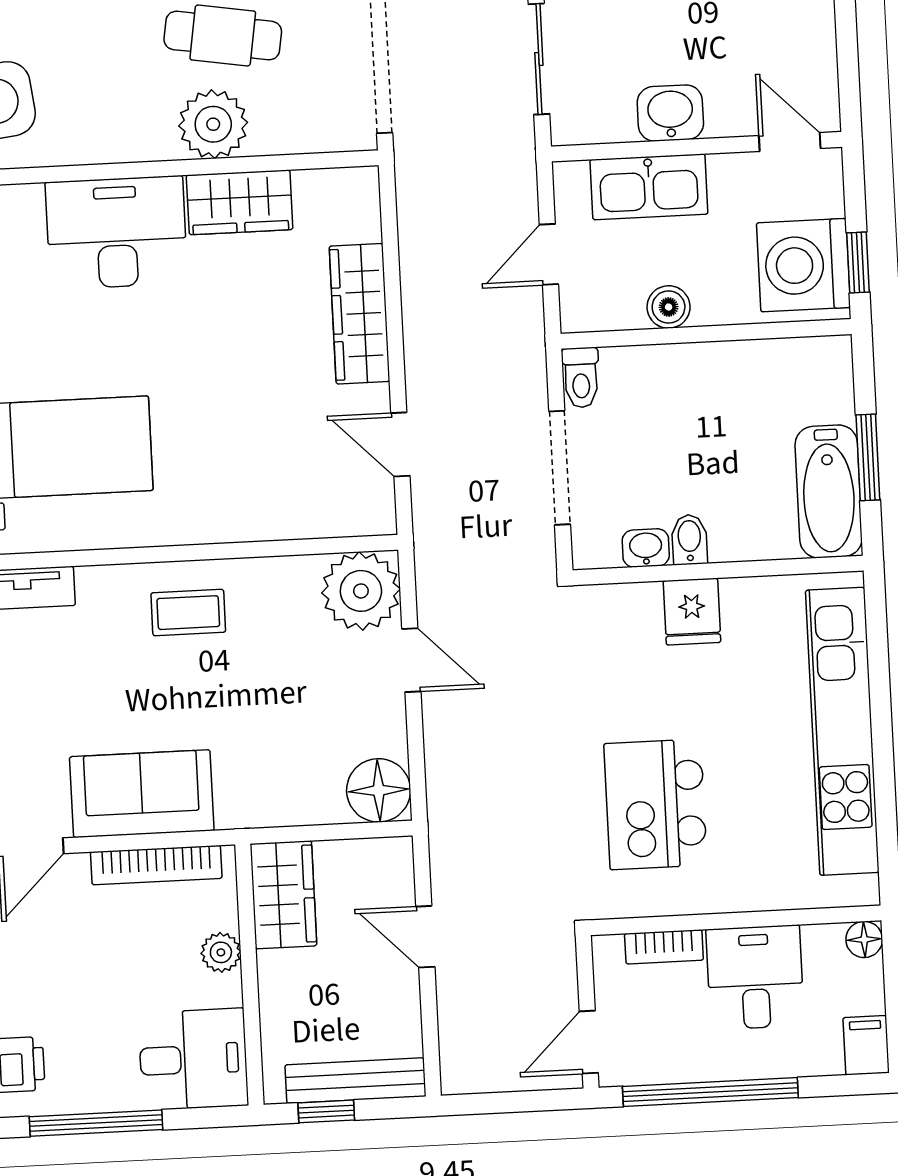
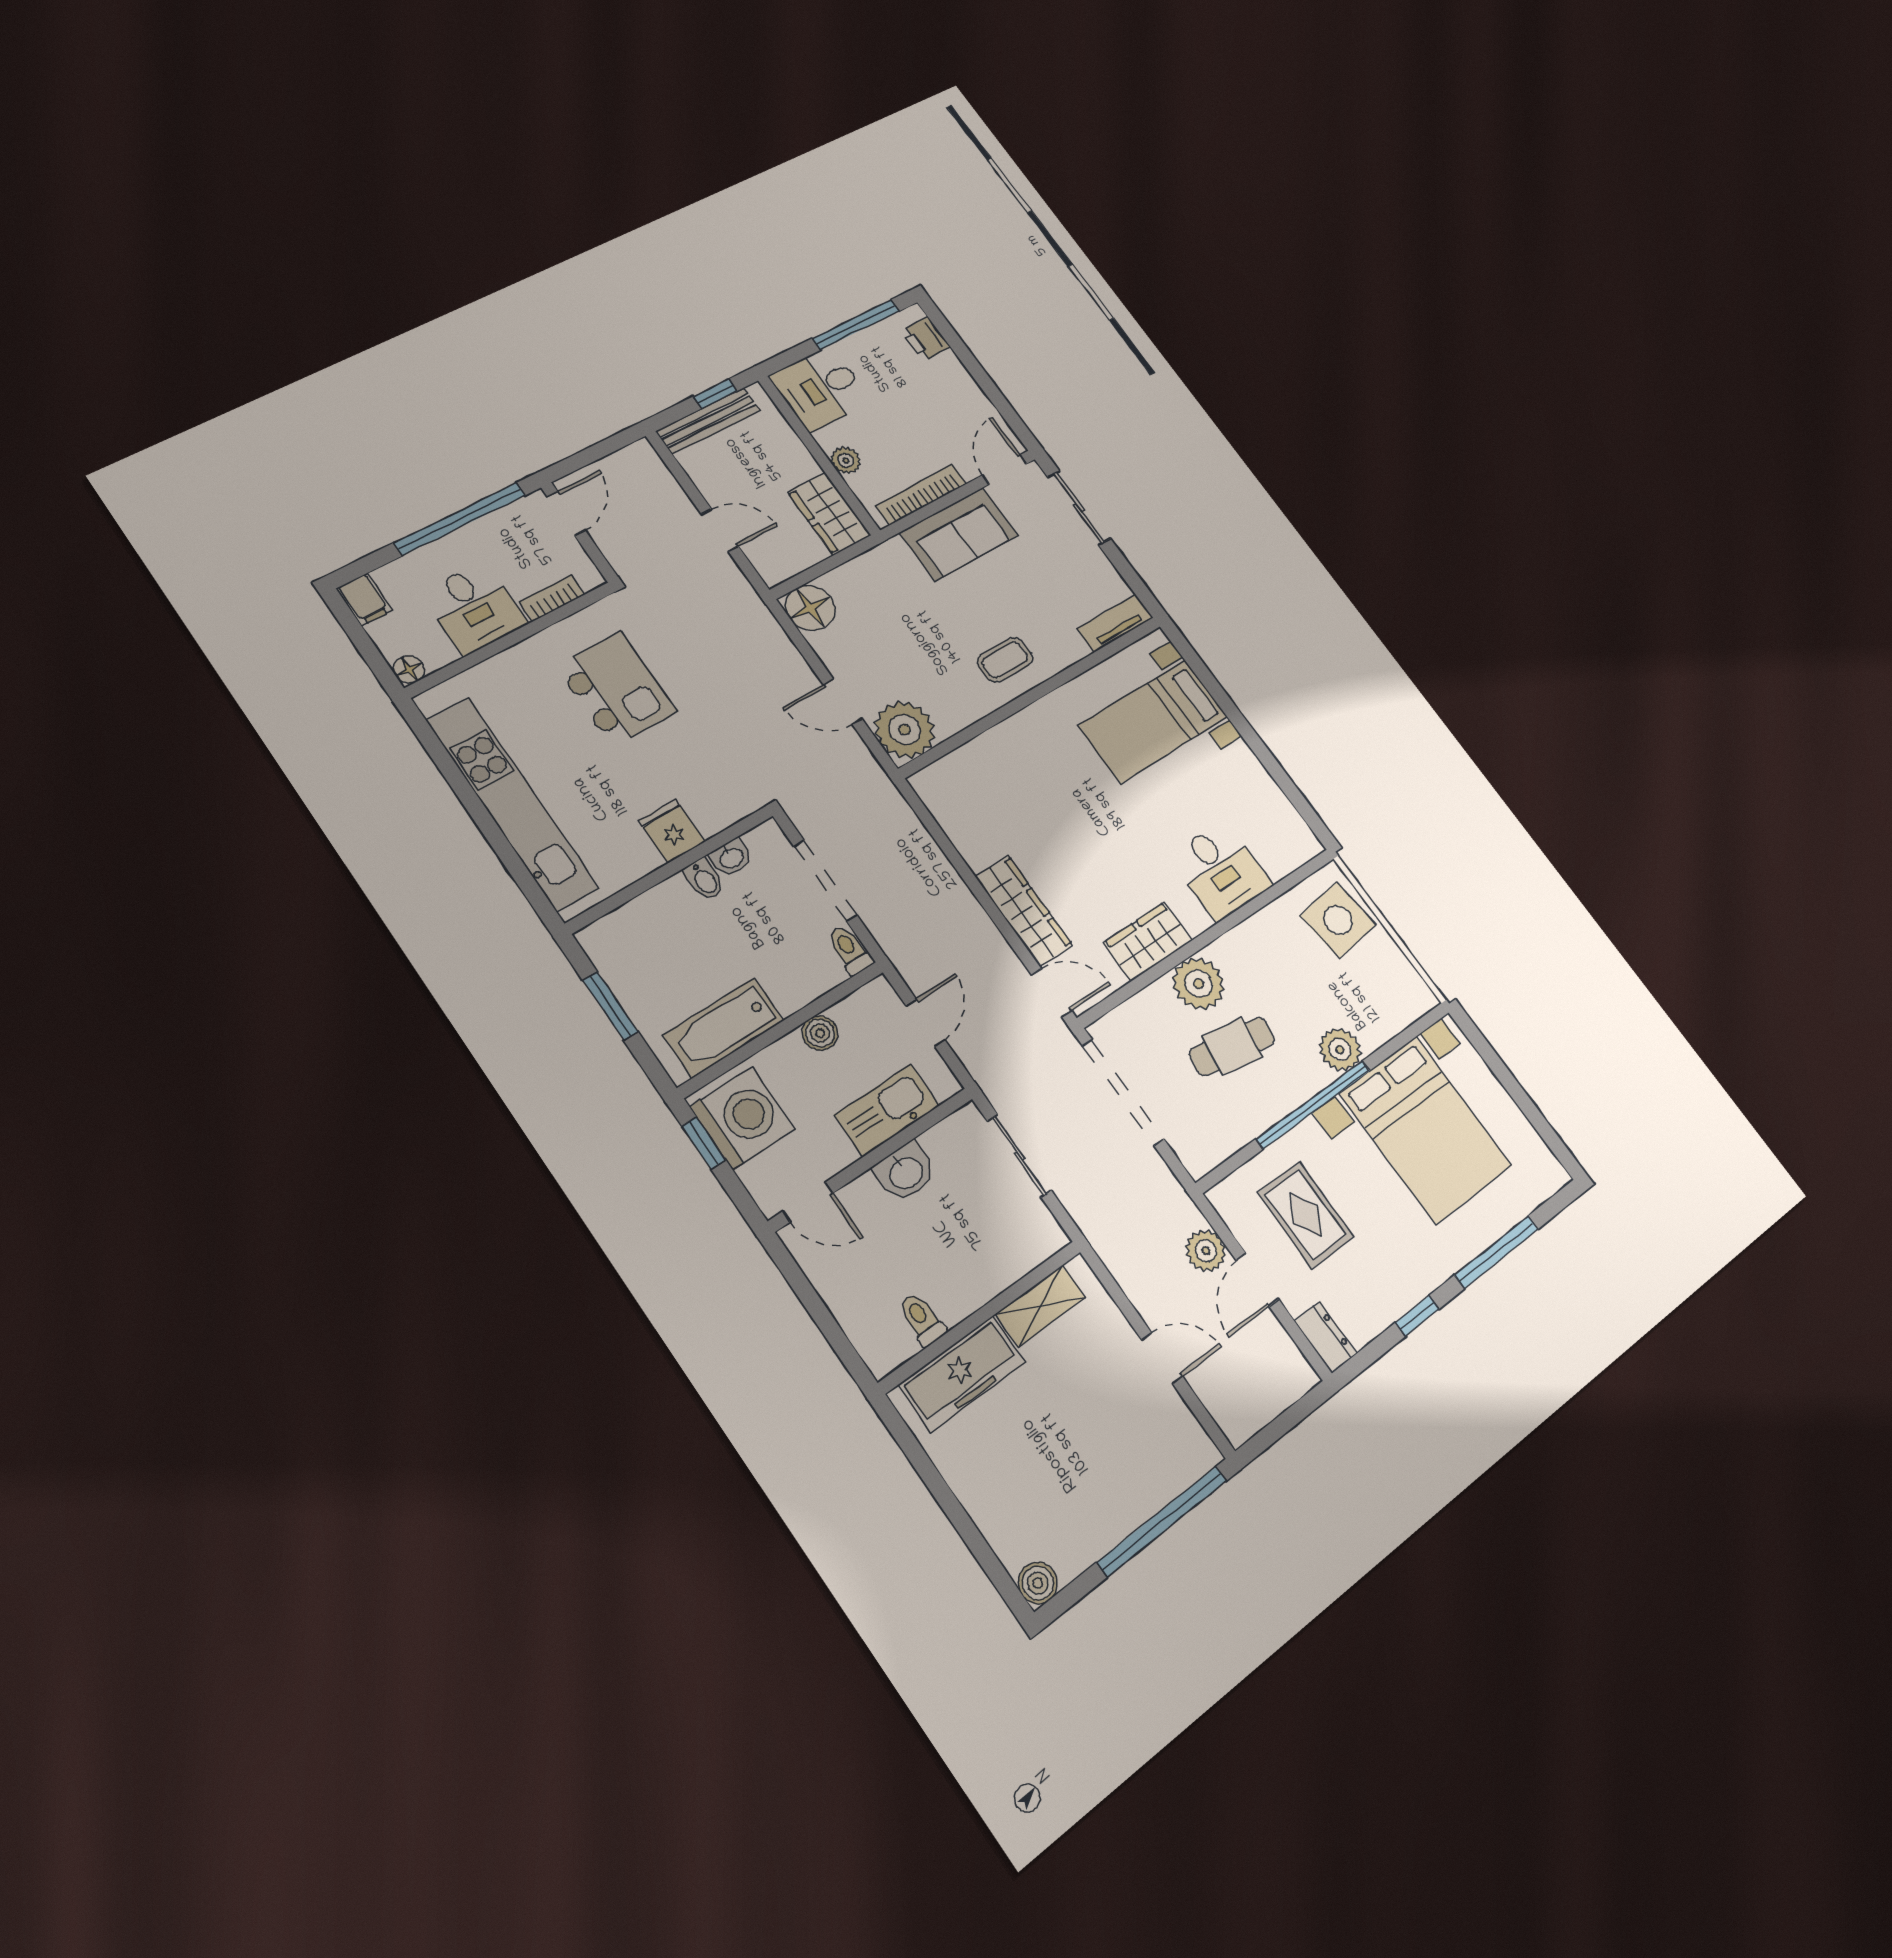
desk: (116, 233) -> (1220, 871), width x0.73
door: (400, 444) -> (1052, 993), moved
bathtub: (829, 491) -> (724, 1028), moved, turned -90

